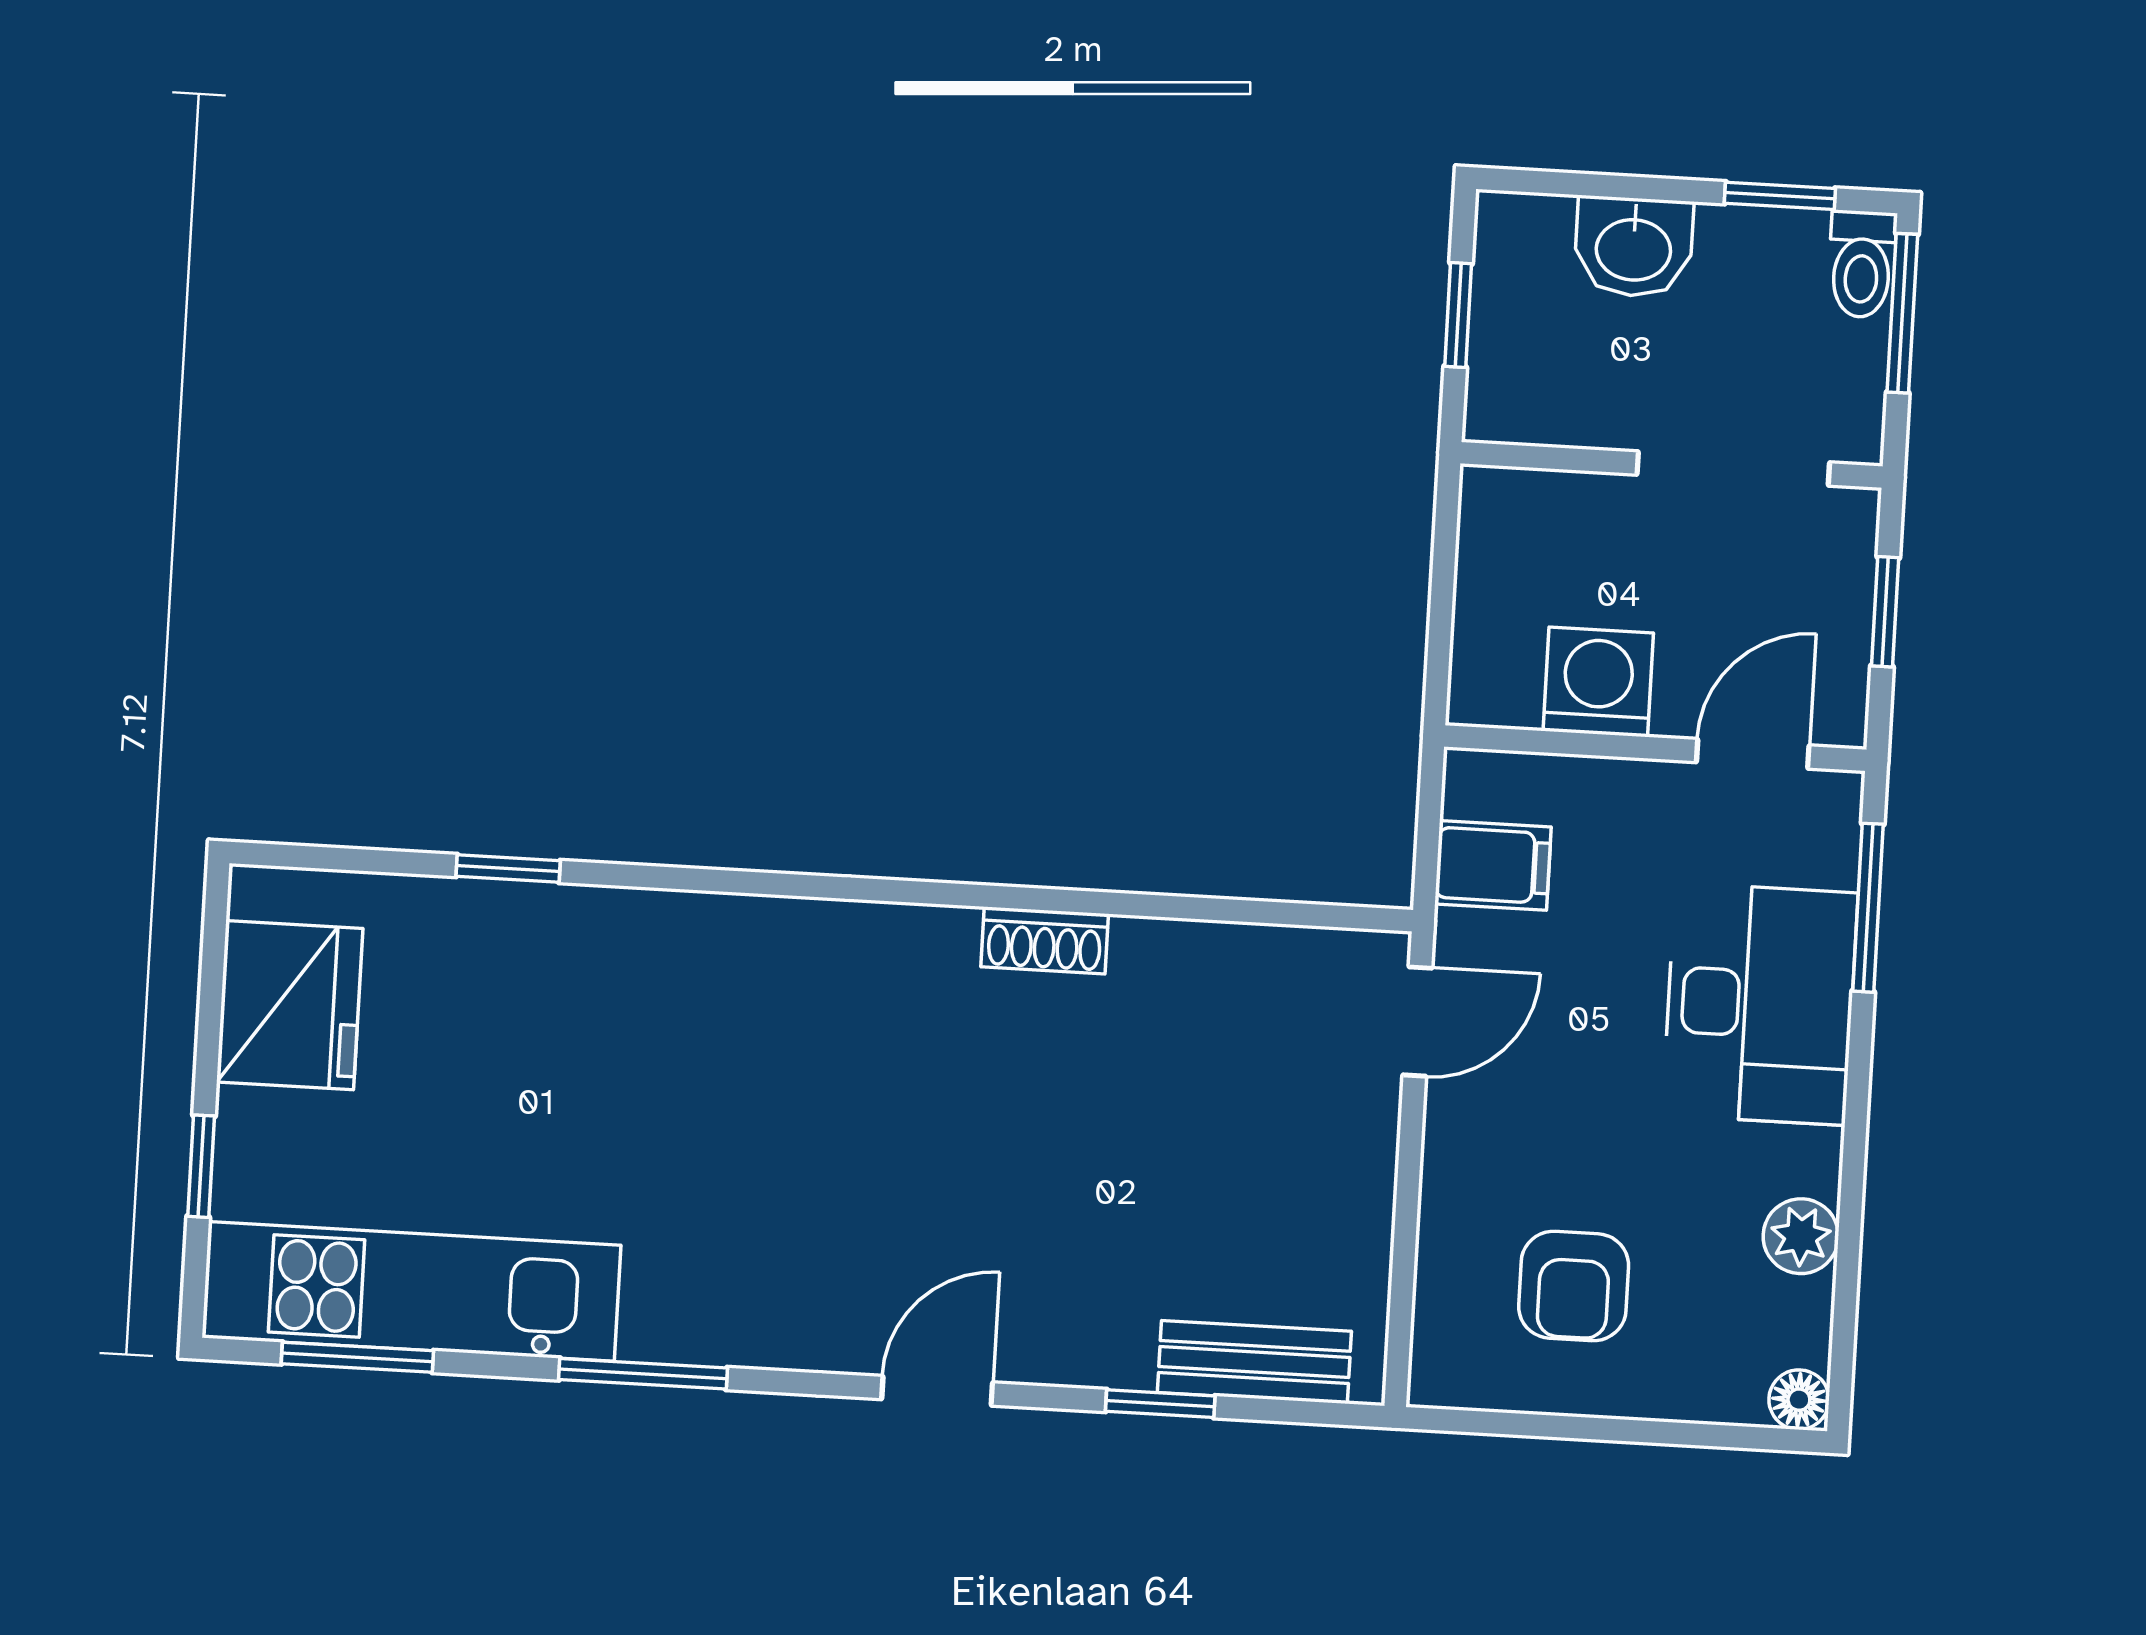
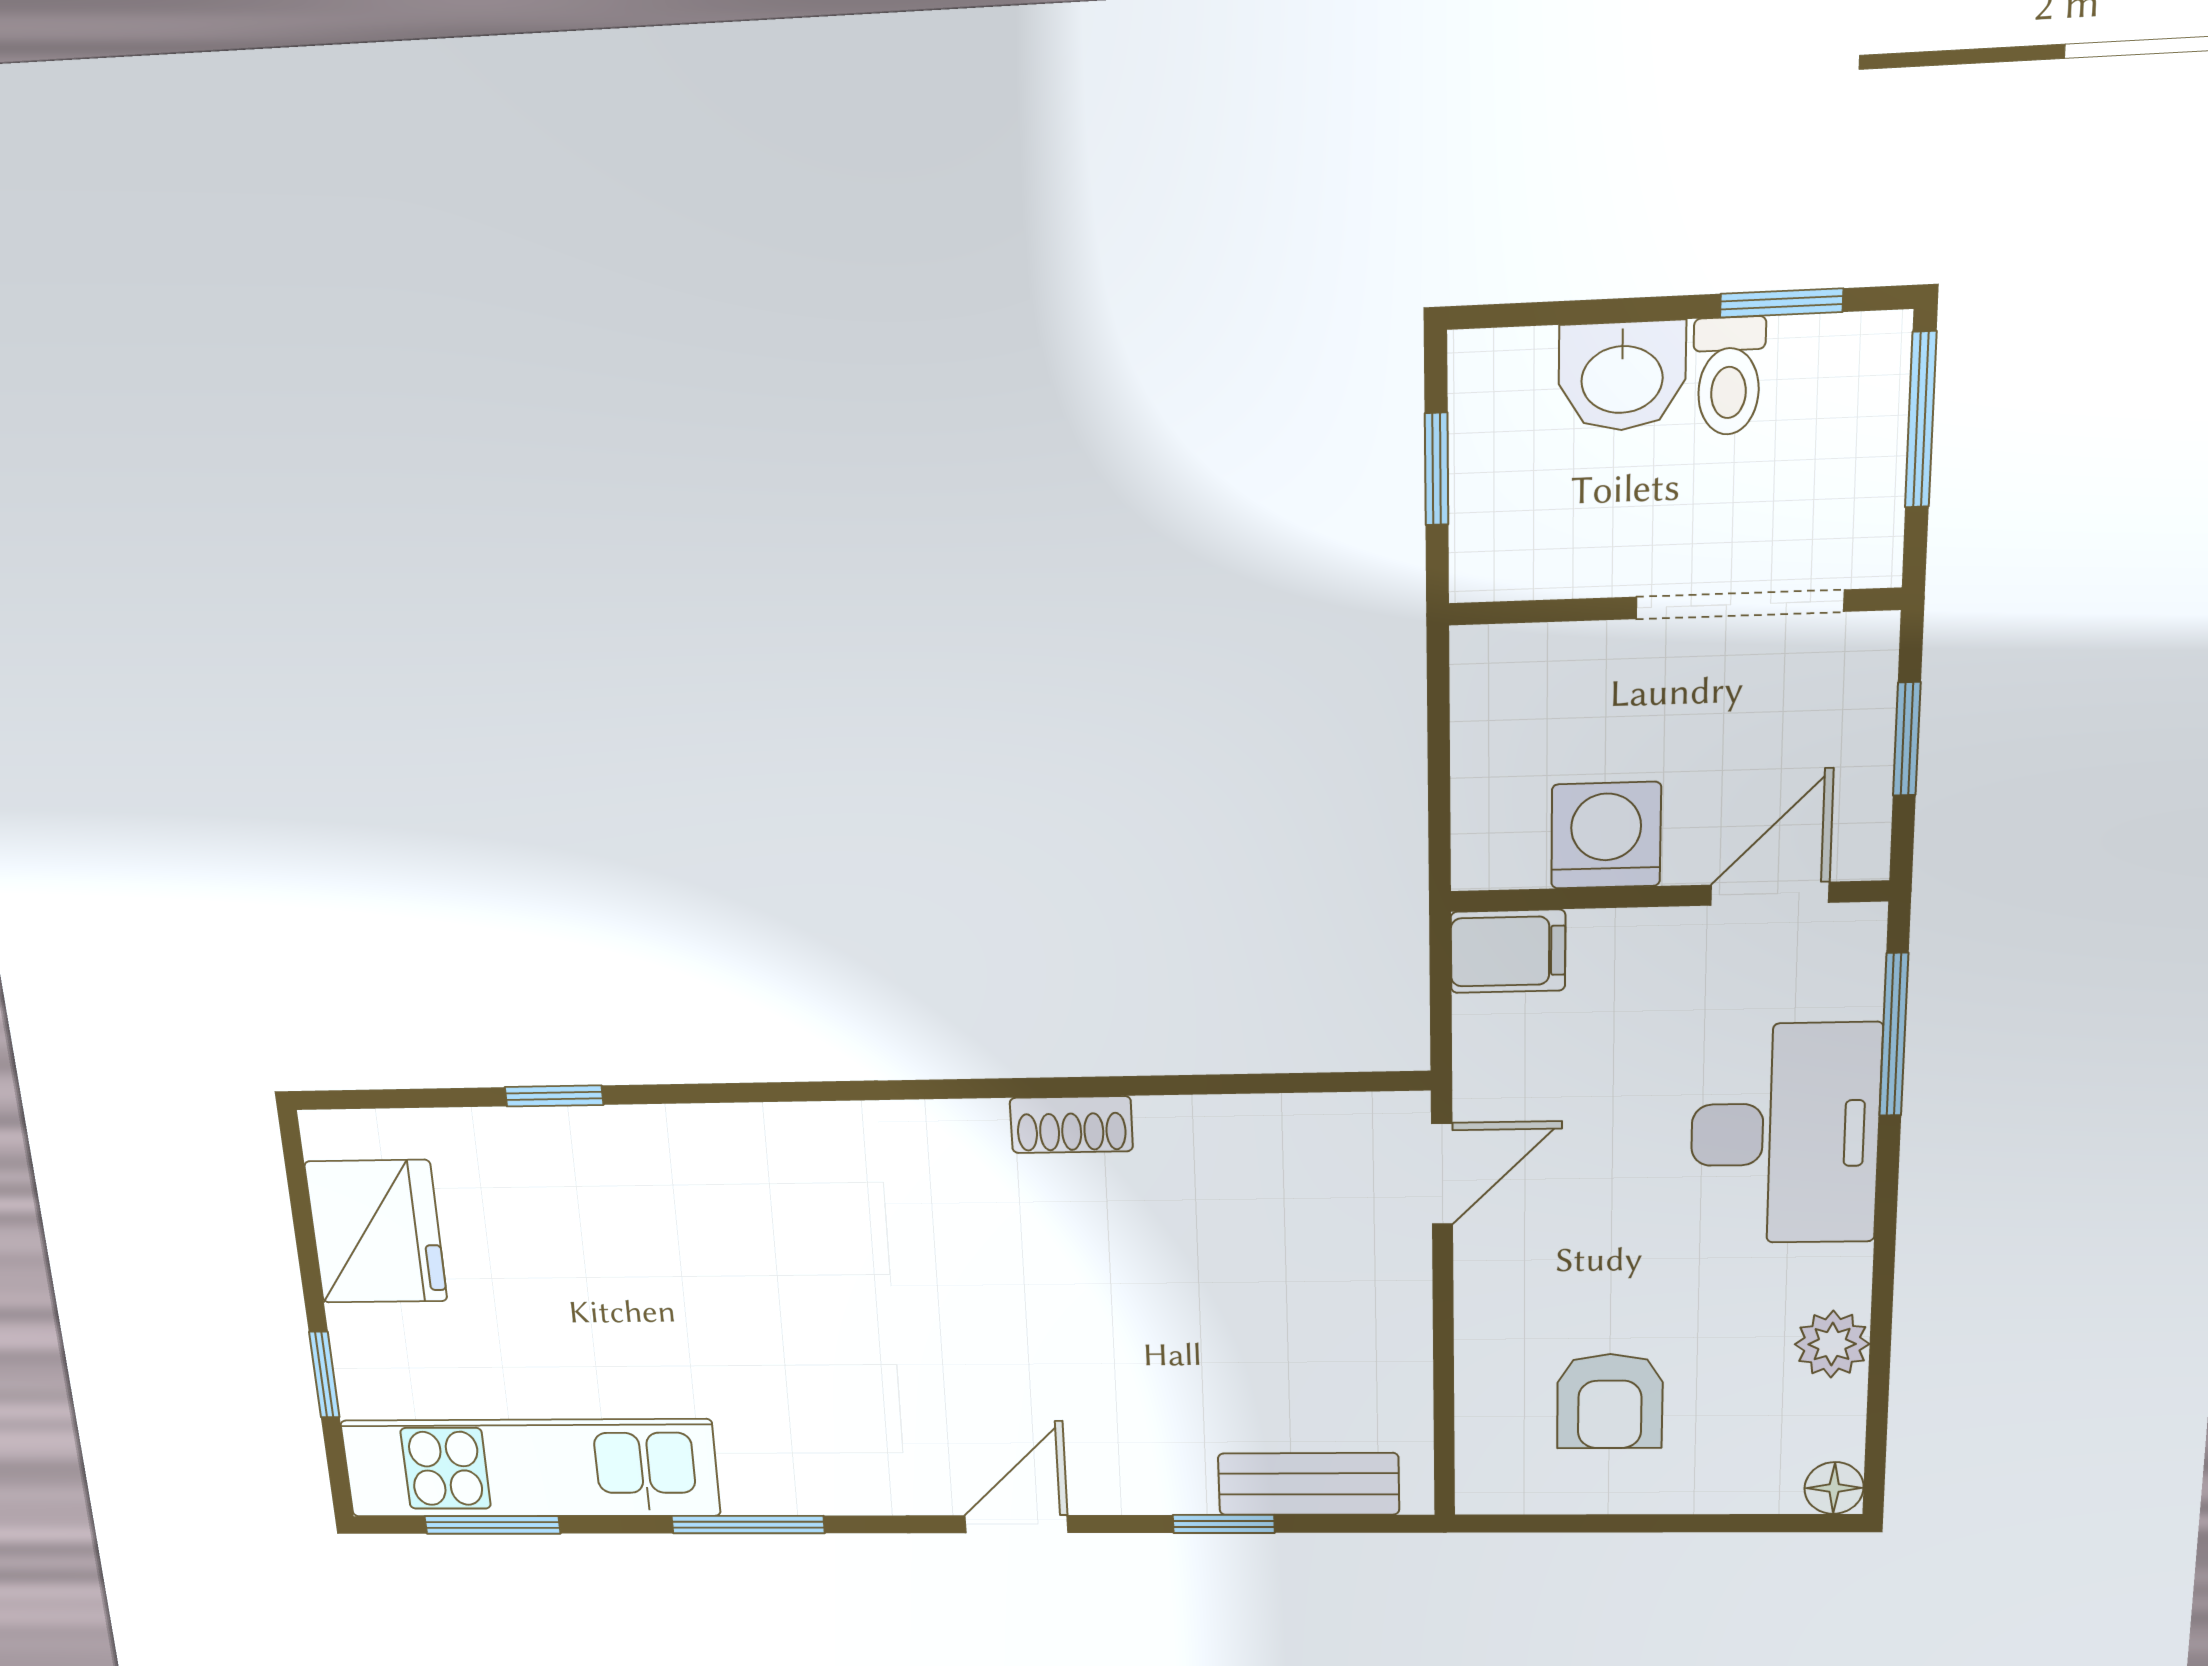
toilet: (1862, 264) -> (1729, 376), moved
filing cabinet: (1493, 865) -> (1508, 951), moved

